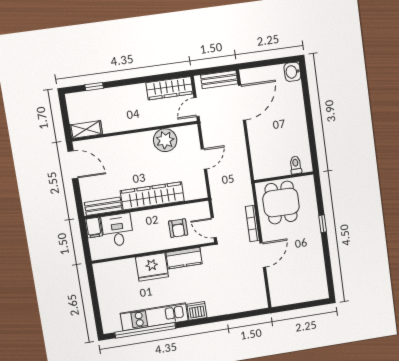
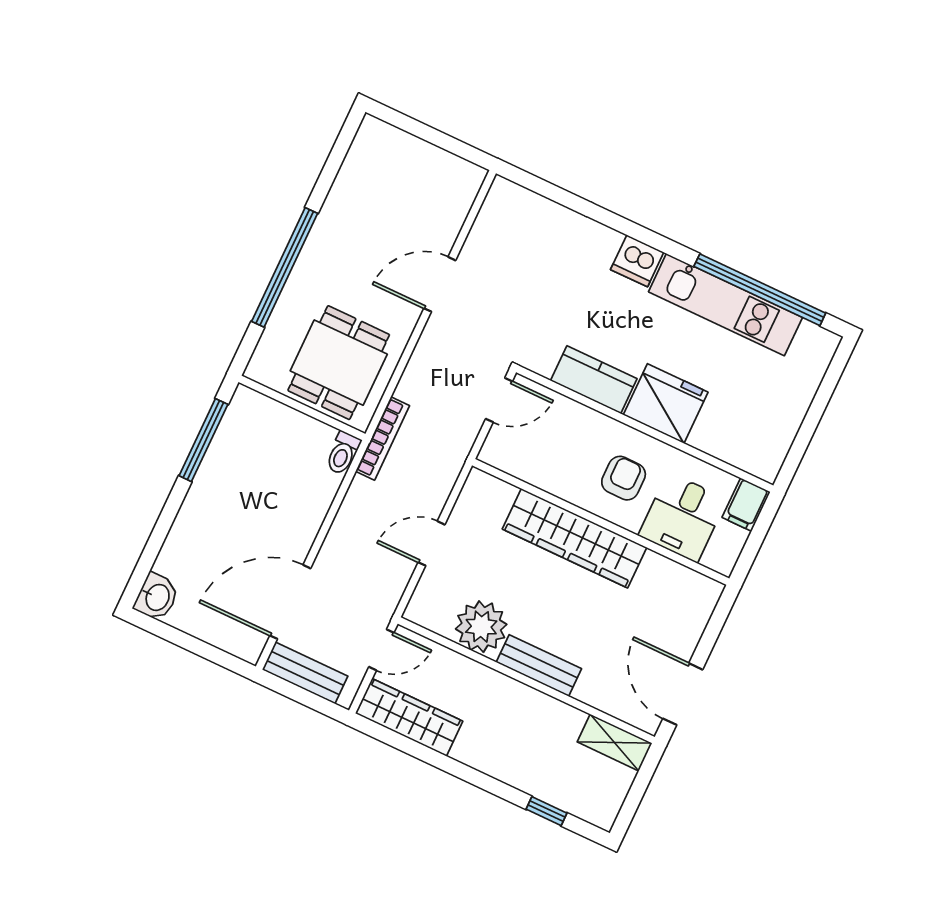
window: (312, 142) -> (203, 440), added
toilet: (296, 165) -> (343, 453), moved
bench: (103, 206) -> (539, 665), moved
bookcase: (252, 224) -> (383, 438), moved
window: (323, 224) -> (285, 267), width x3.17
filing cabinet: (94, 228) -> (746, 505), moved, turned 180
armchair: (178, 228) -> (624, 478), moved
door: (214, 228) -> (499, 400), hinge flipped

